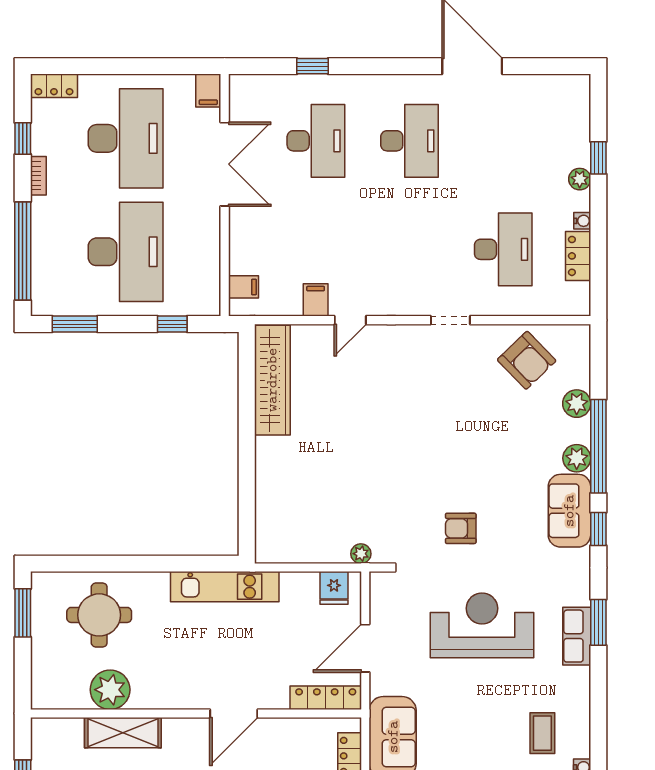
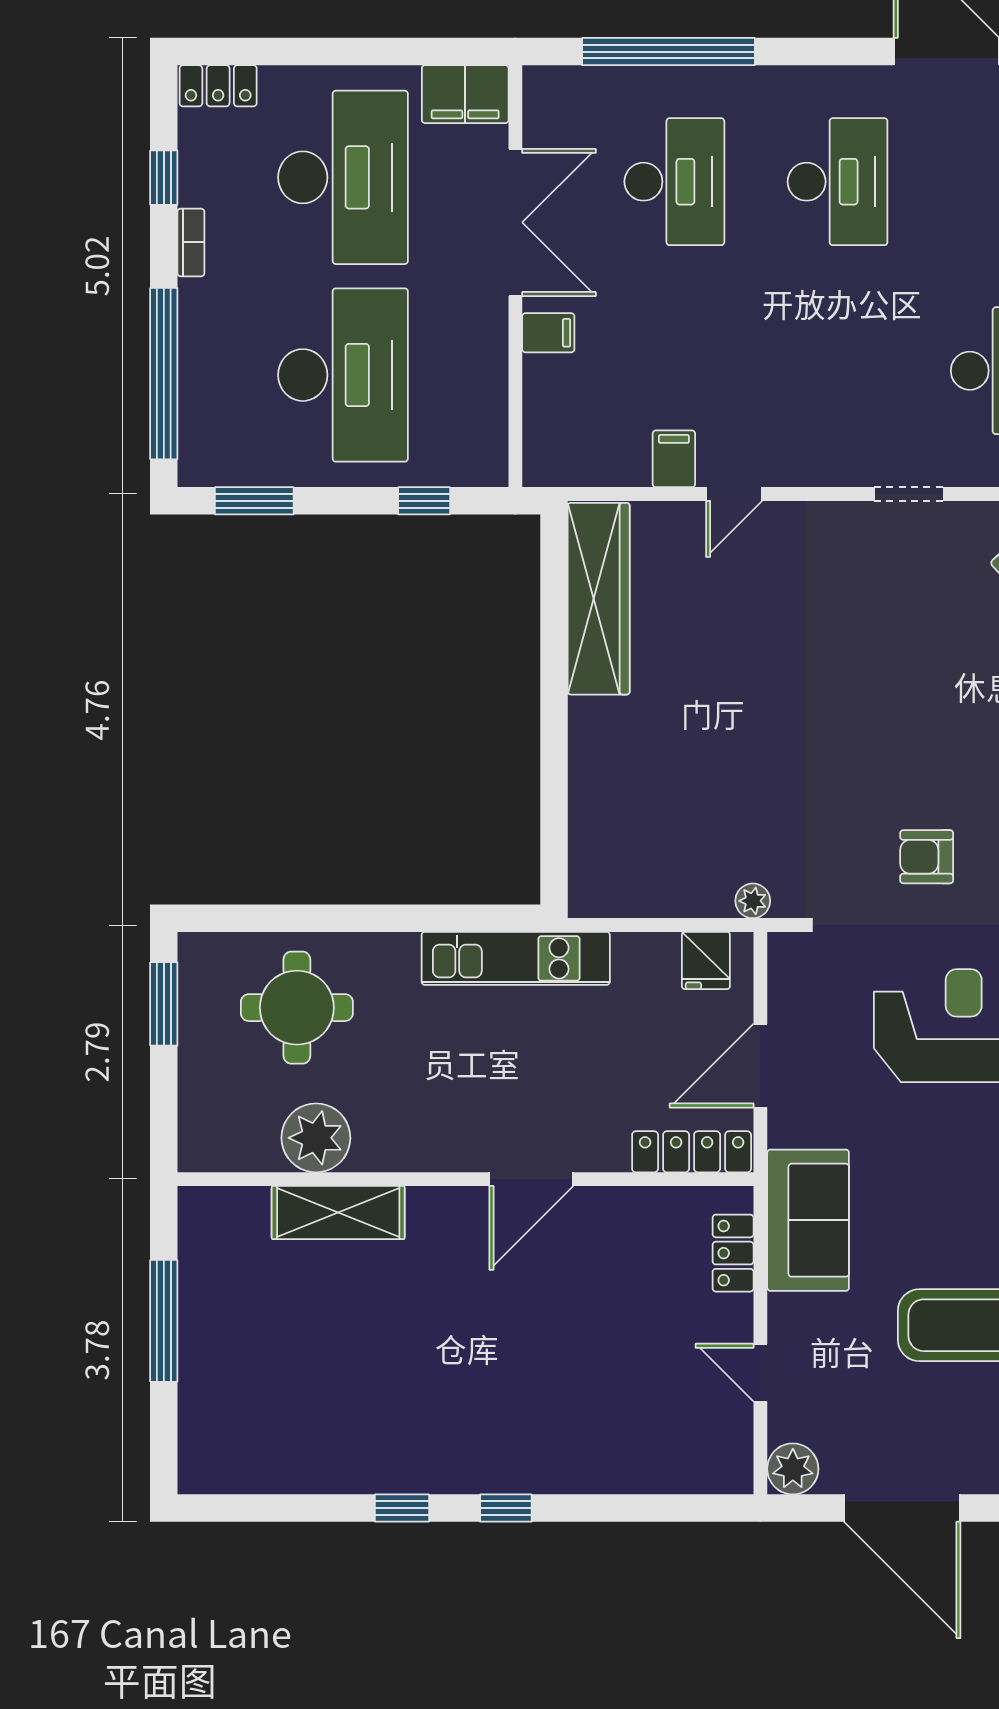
window: (313, 66) -> (669, 52), width x3.17
filing cabinet: (208, 91) -> (465, 94), width x2.00
filing cabinet: (244, 287) -> (548, 333), moved

